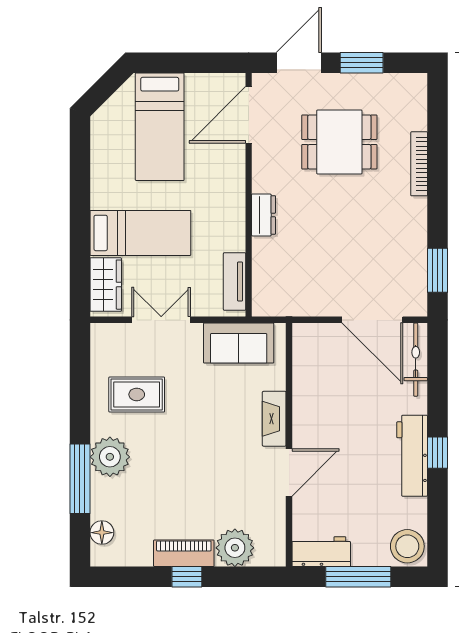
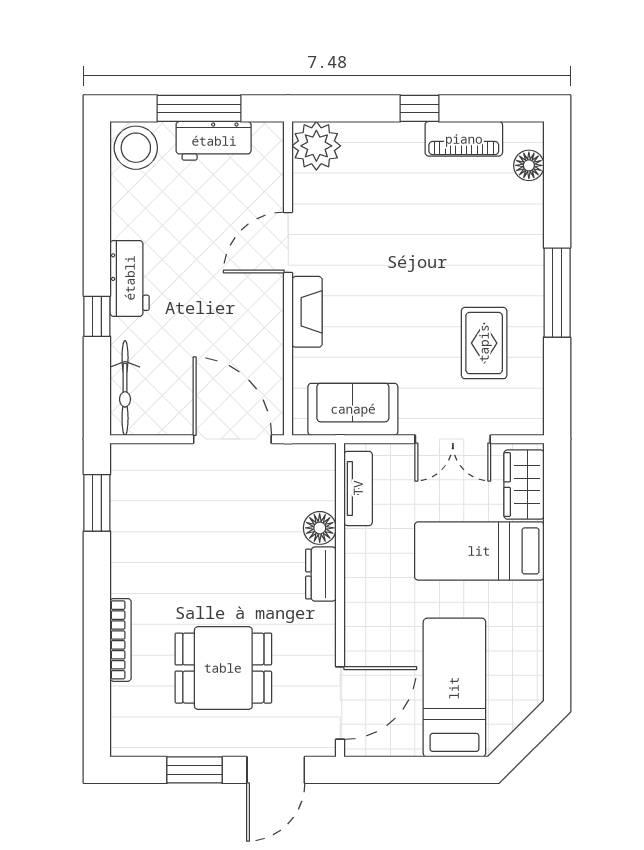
floor lamp: (264, 251) -> (320, 528), added
door: (372, 320) -> (232, 439), moved
rug: (137, 394) -> (484, 343), turned 90
window: (437, 453) -> (97, 316), moved
workbench: (412, 456) -> (130, 278), width x0.73
plant: (110, 457) -> (519, 263), removed
window: (80, 479) -> (557, 293), moved
plant: (235, 548) -> (316, 146), moved
workbench: (321, 552) -> (214, 141), moved
piano: (184, 553) -> (464, 139), moved

